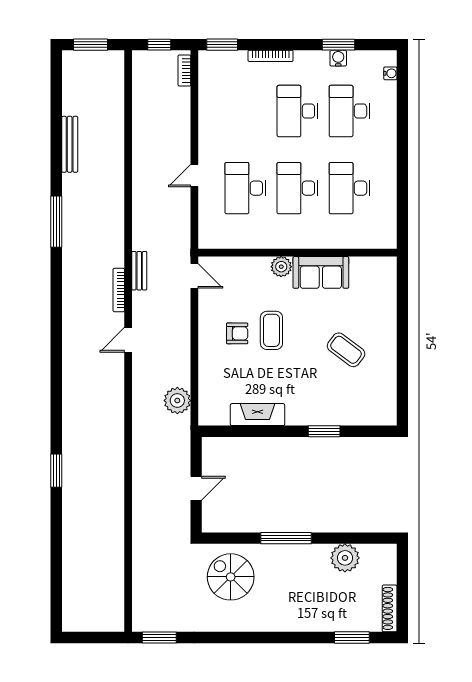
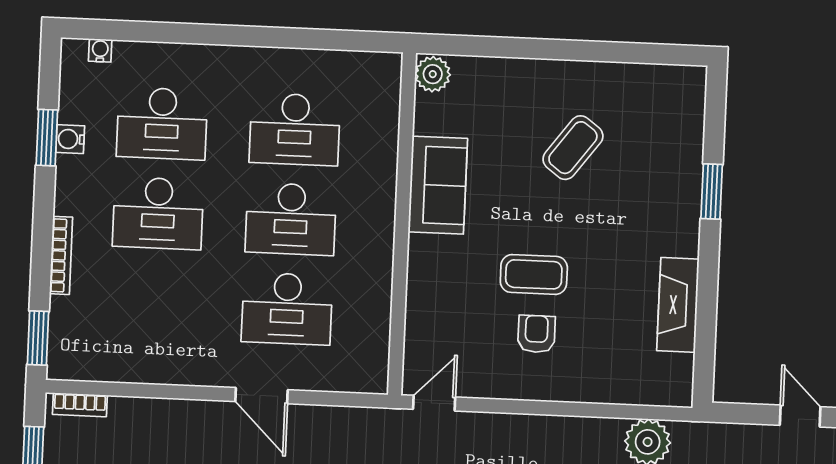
door: (194, 176) -> (261, 396), width x1.38
plant: (281, 267) -> (433, 74), moved

